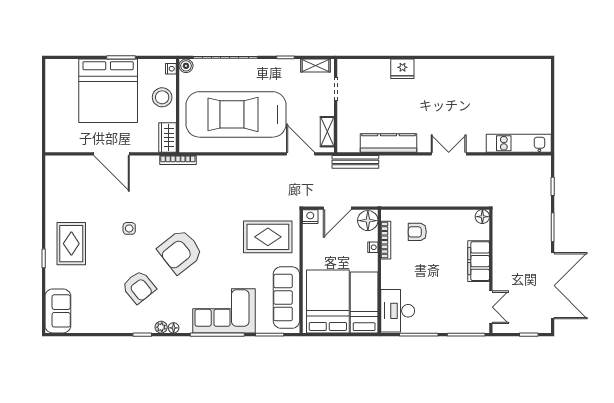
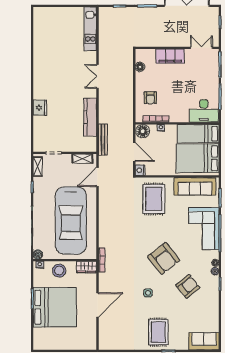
floor lamp: (482, 217) -> (140, 67), moved
rug: (71, 244) -> (158, 332), turned 90

